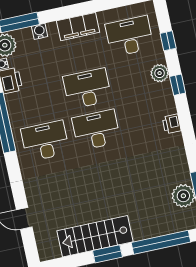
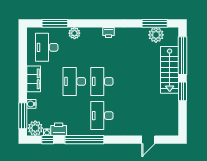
window: (168, 41) -> (55, 23), width x2.17
window: (178, 85) -> (84, 23), removed
stairs: (95, 236) -> (170, 70), moved

